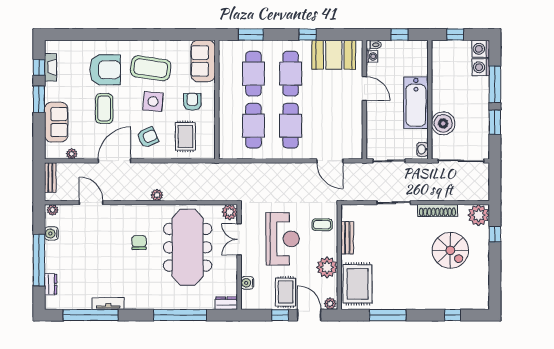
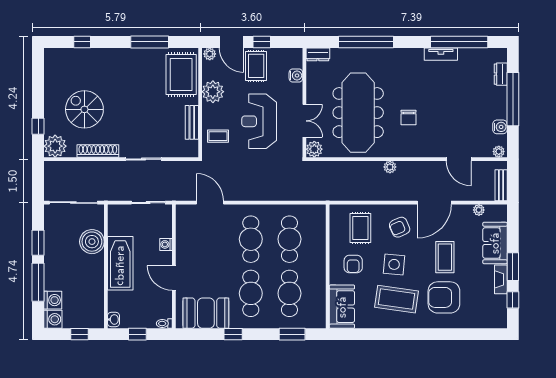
washing machine: (372, 56) -> (166, 244), moved
fireplace: (50, 67) -> (501, 279), moved
washbasin: (422, 149) -> (113, 319), moved

